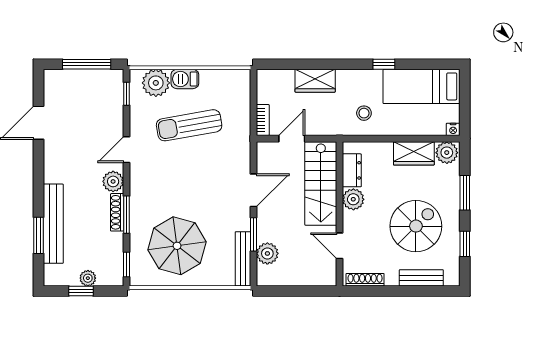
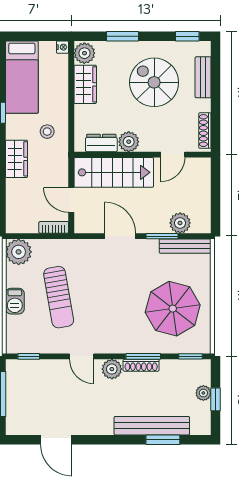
wardrobe: (315, 81) -> (16, 159), moved
plant: (156, 83) -> (19, 252), moved
window: (465, 244) -> (187, 36), moved

